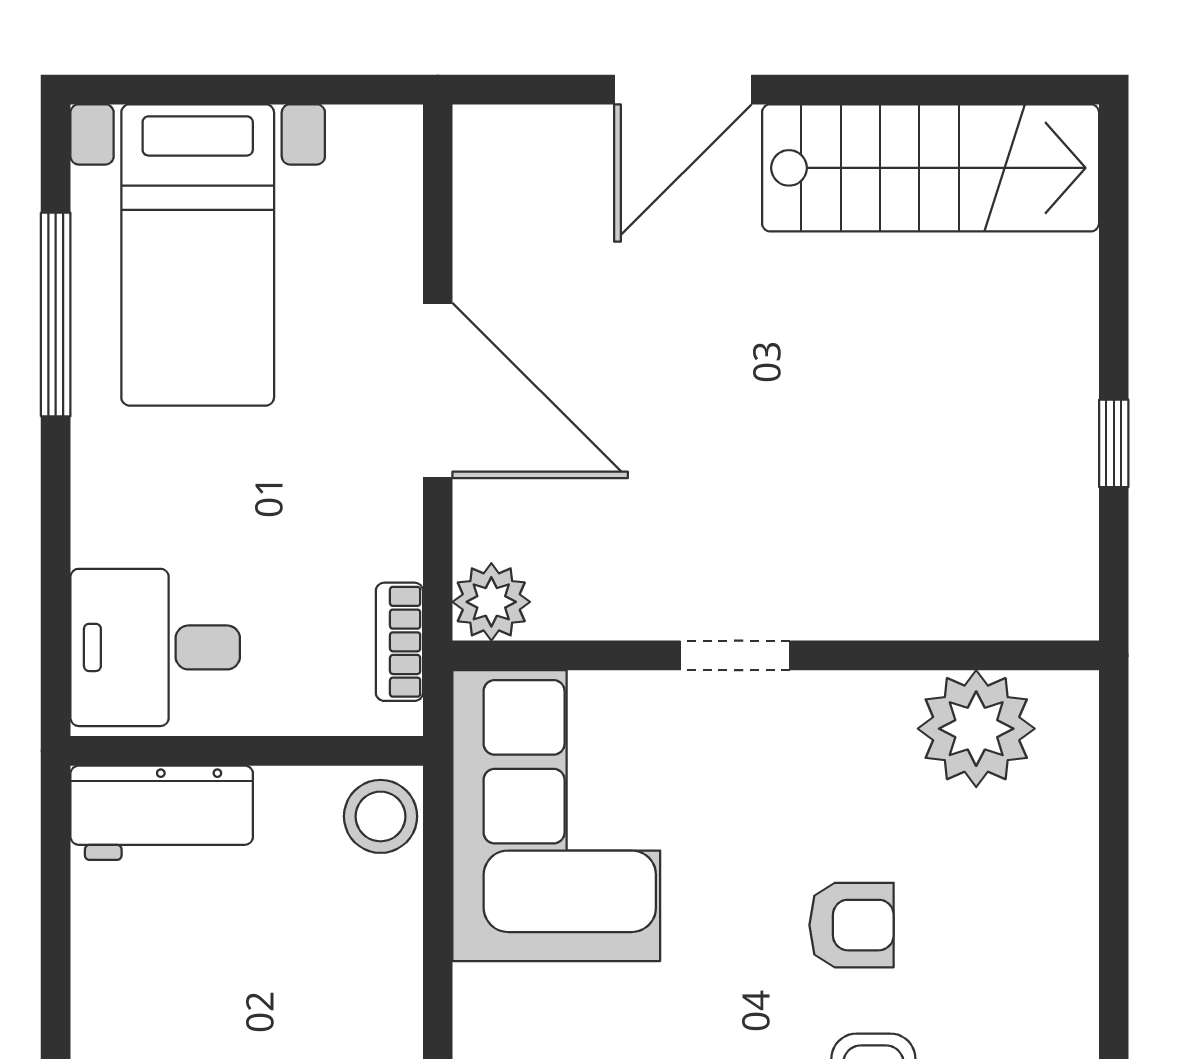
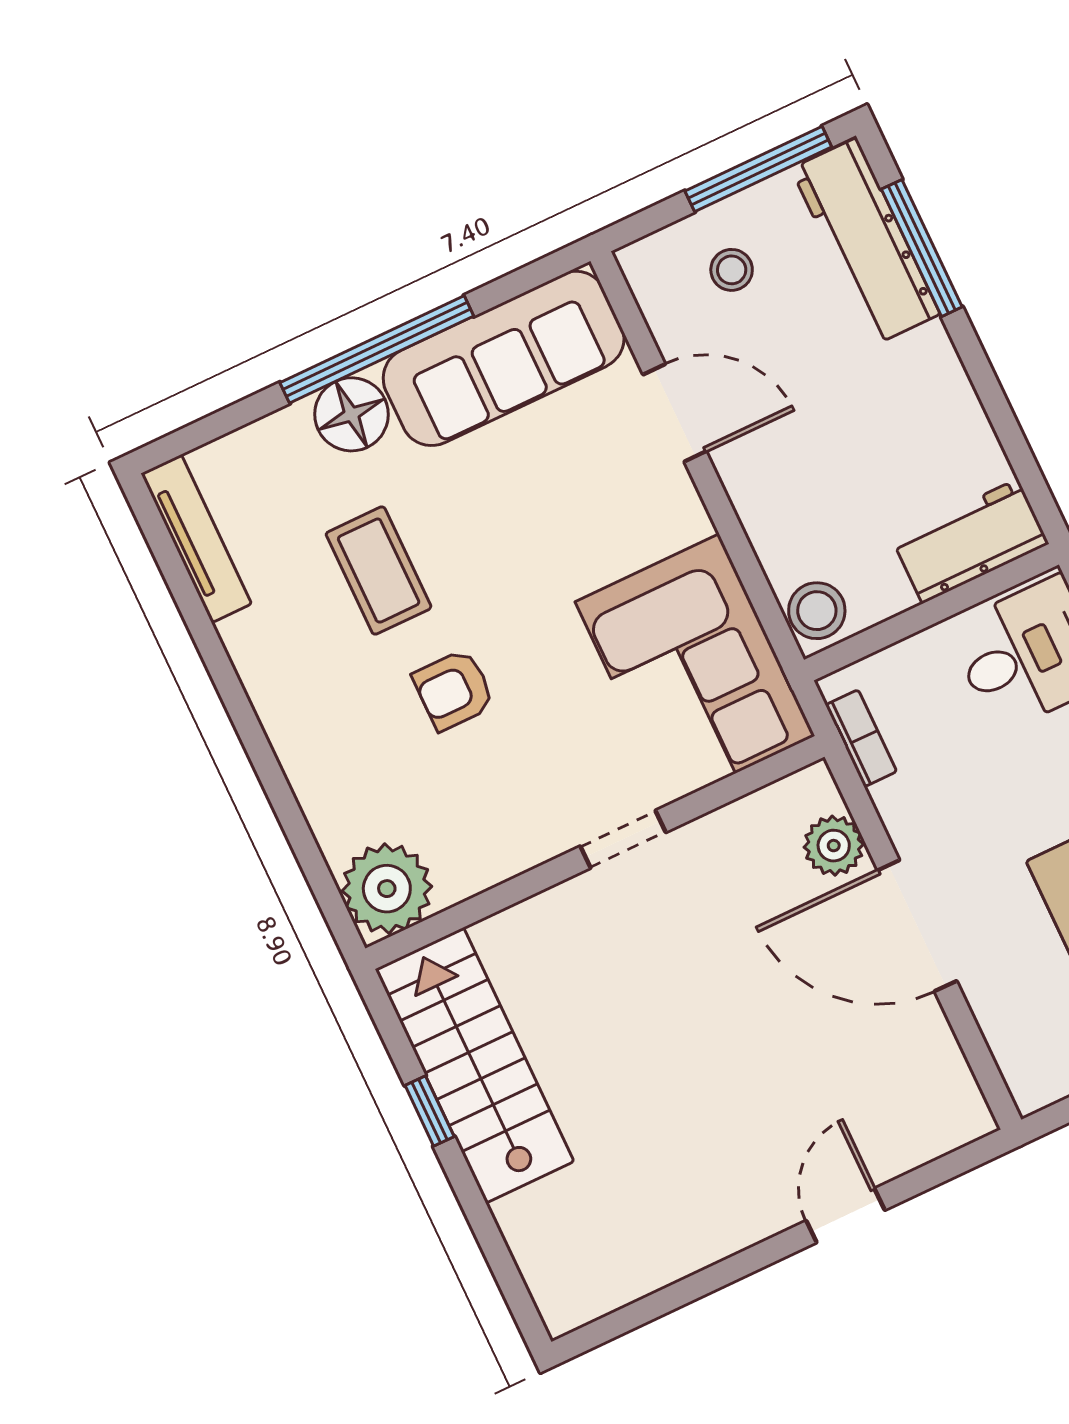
door: (683, 90) -> (845, 1215), width x0.73
stairs: (931, 168) -> (475, 1065), moved, turned 90
plant: (491, 602) -> (834, 846), moved
plant: (976, 729) -> (387, 889), moved

